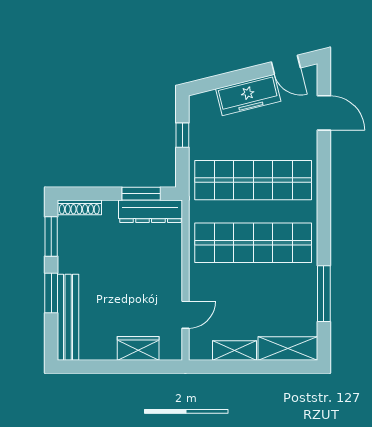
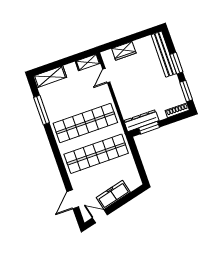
door: (324, 113) -> (73, 199), hinge flipped
window: (182, 135) -> (139, 164), removed
shelving: (235, 351) -> (88, 62), moved

